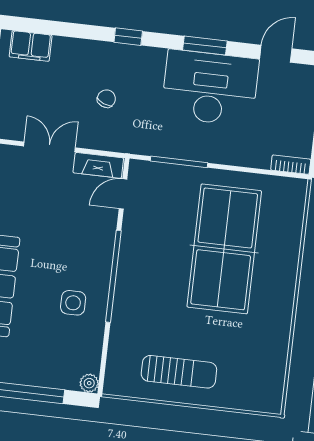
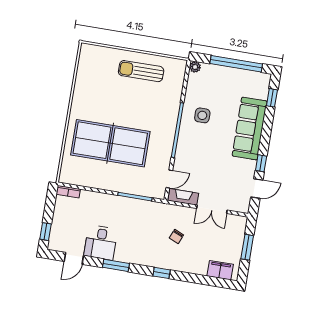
desk: (210, 88) -> (101, 243), width x0.53, depth x0.77
table tennis table: (224, 249) -> (110, 143), turned 90

